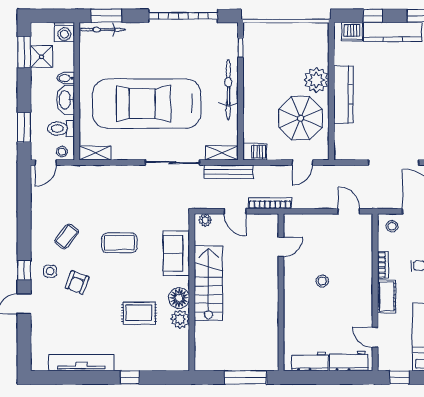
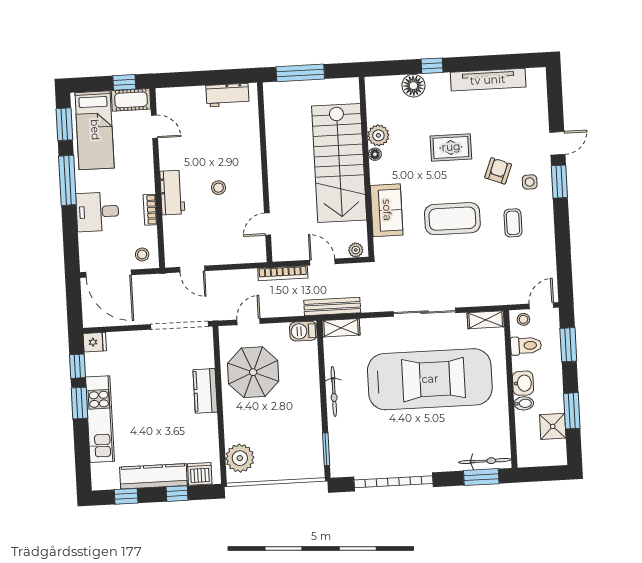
washing machine: (64, 32) -> (528, 456), removed
window: (241, 47) -> (326, 449), width x1.50
window: (24, 52) -> (572, 411), moved
plant: (316, 80) -> (240, 458), moved
bicycle: (228, 89) -> (334, 391), width x0.73, depth x0.71
kitchen counter: (343, 95) -> (205, 391), width x0.67
washbasin: (65, 100) -> (523, 383), width x0.72
sliding door: (173, 163) -> (424, 312), moved
doorway: (394, 163) -> (180, 325), moved
coffee table: (67, 236) -> (513, 223), turned -38
coffee table: (119, 243) -> (452, 219), width x1.36, depth x1.32
window: (24, 270) -> (559, 182), width x1.50
stairs: (208, 283) -> (339, 163), width x1.36, depth x1.51
cot: (387, 296) -> (131, 100), moved, turned 90
floor lamp: (179, 298) -> (375, 154), width x0.53, depth x0.53
rug: (139, 313) -> (451, 147), moved
floor lamp: (147, 361) -> (413, 86), added
workbench: (349, 361) -> (172, 193), moved, turned -90

